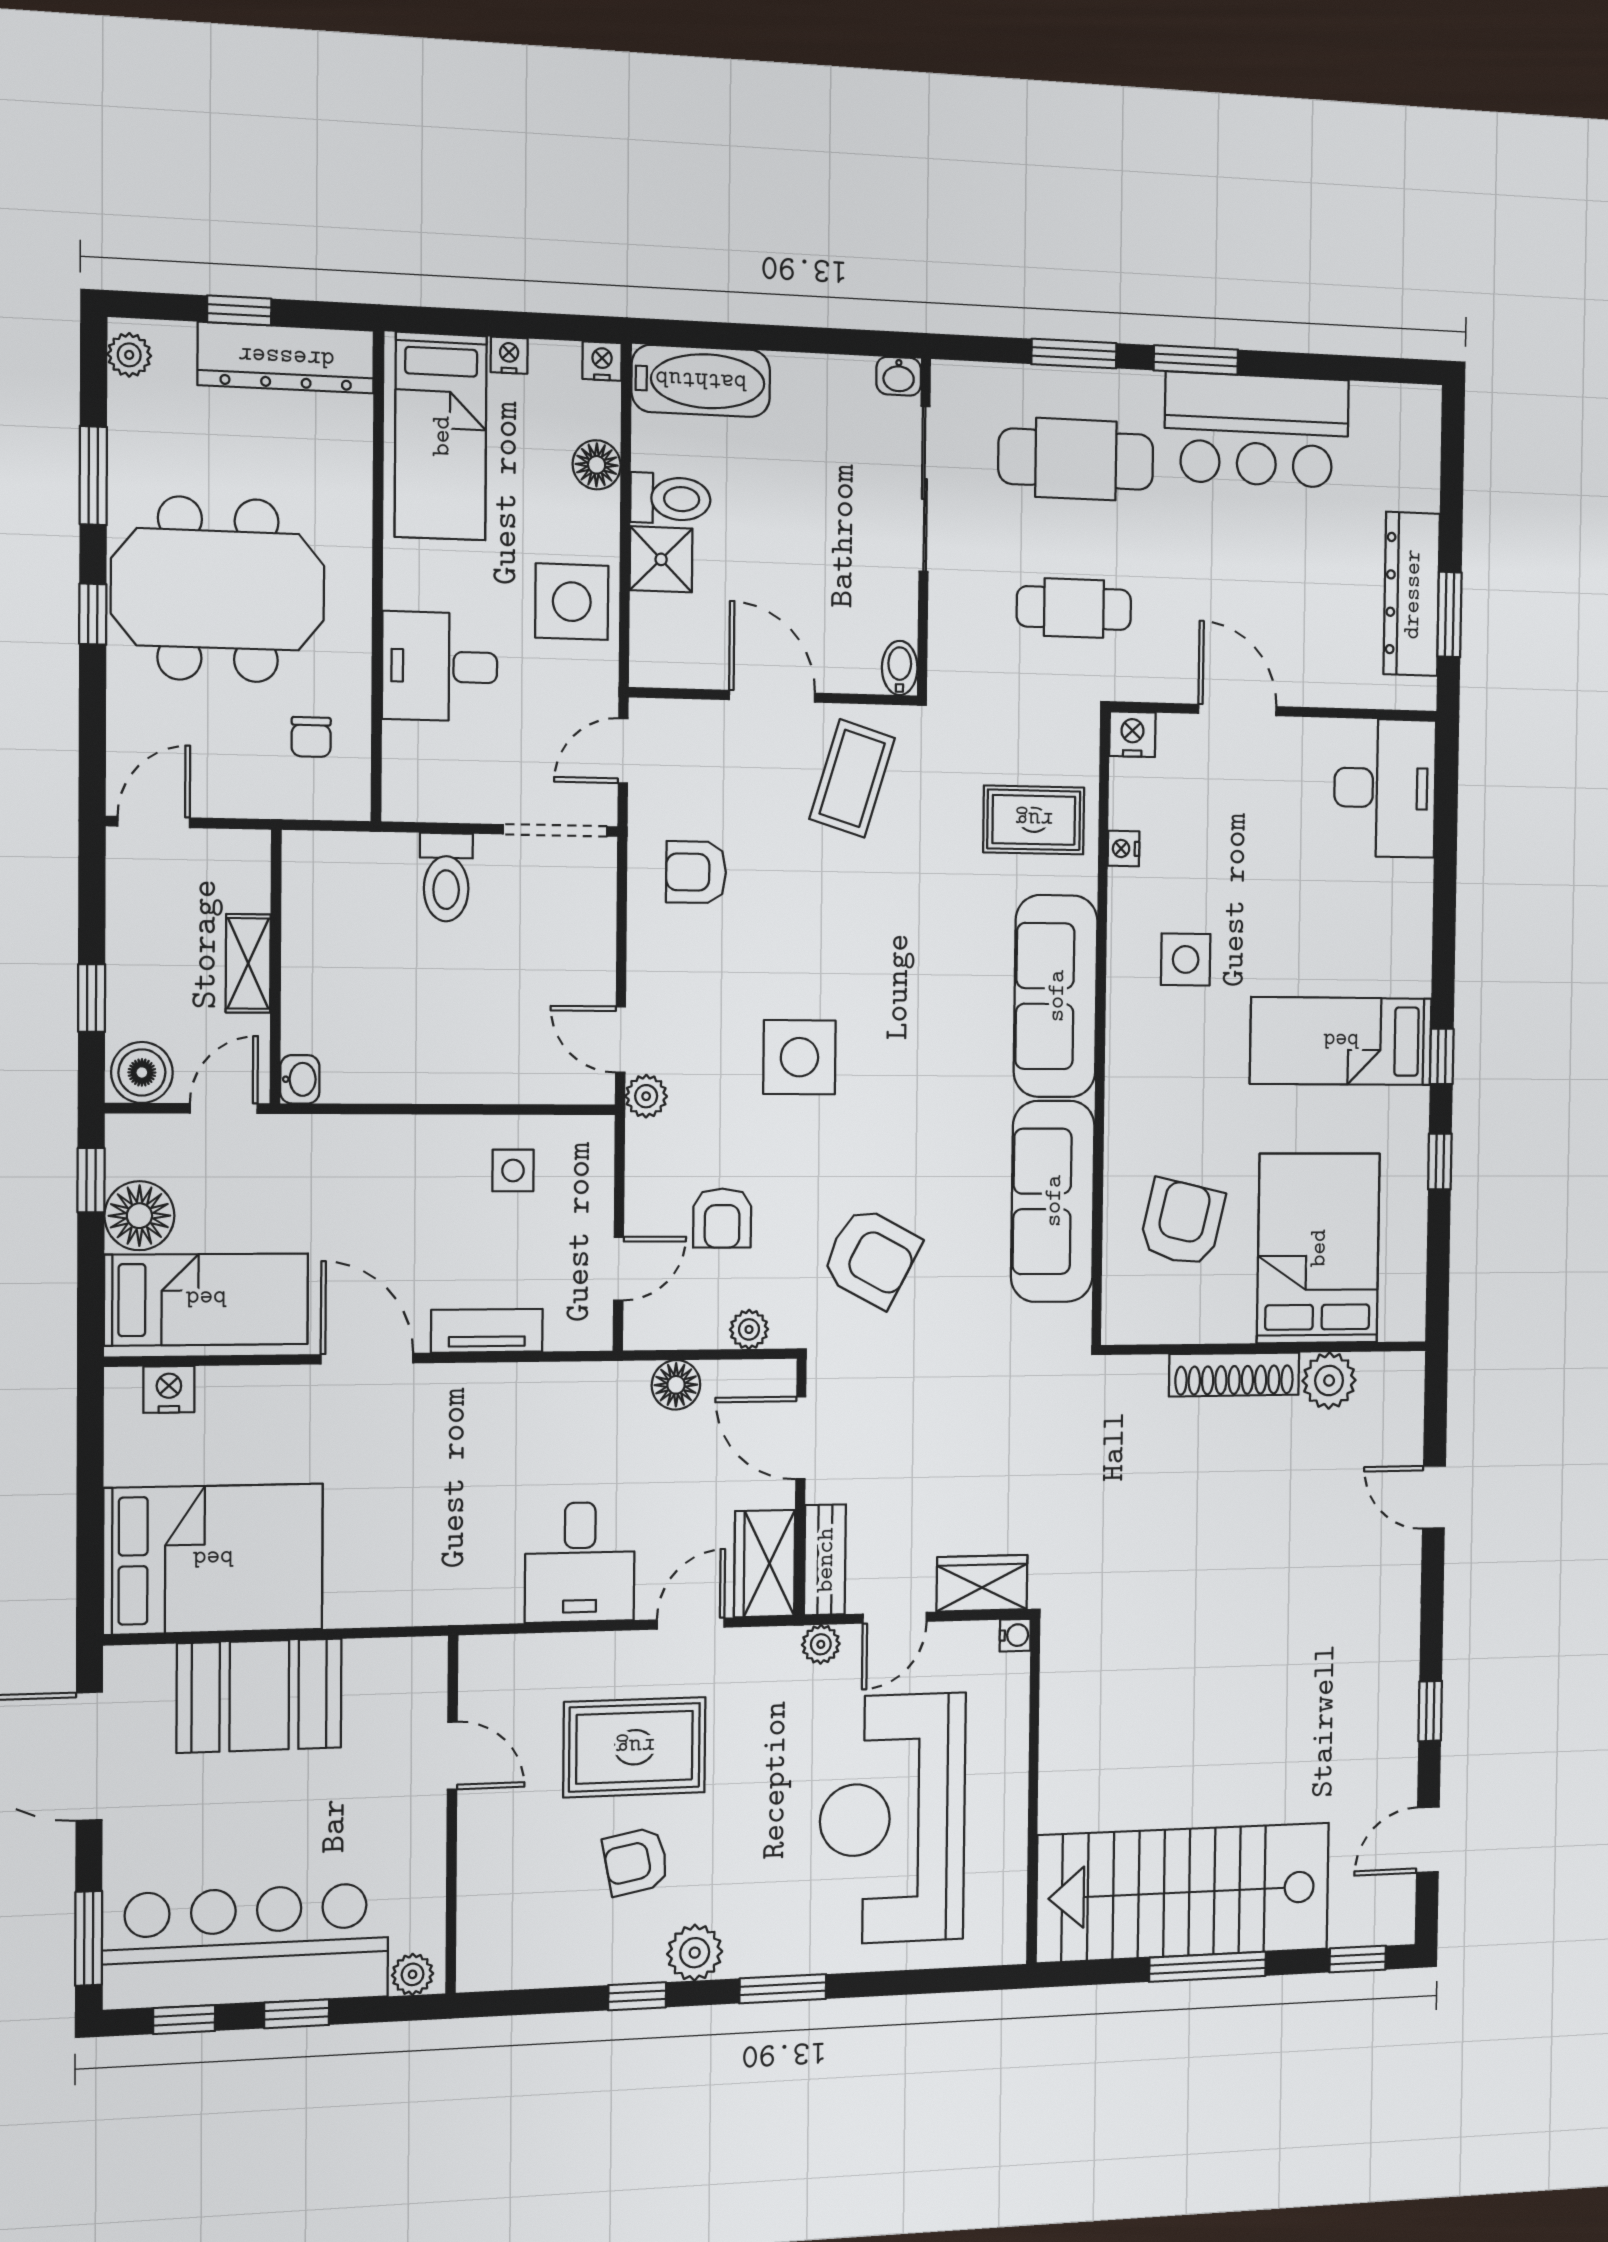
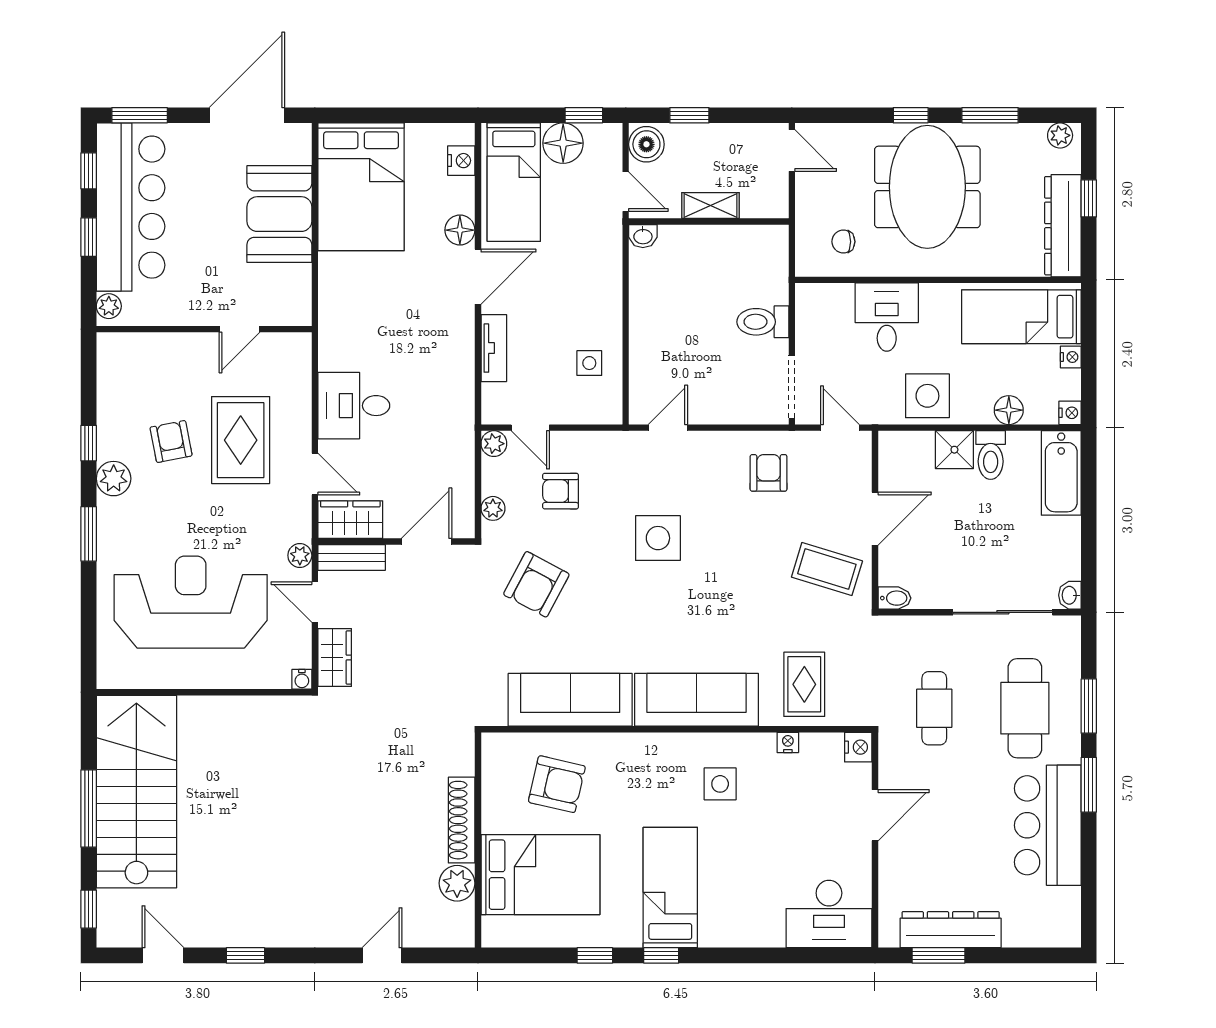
plant: (646, 1096) -> (494, 444), moved
floor lamp: (676, 1385) -> (460, 230), moved

